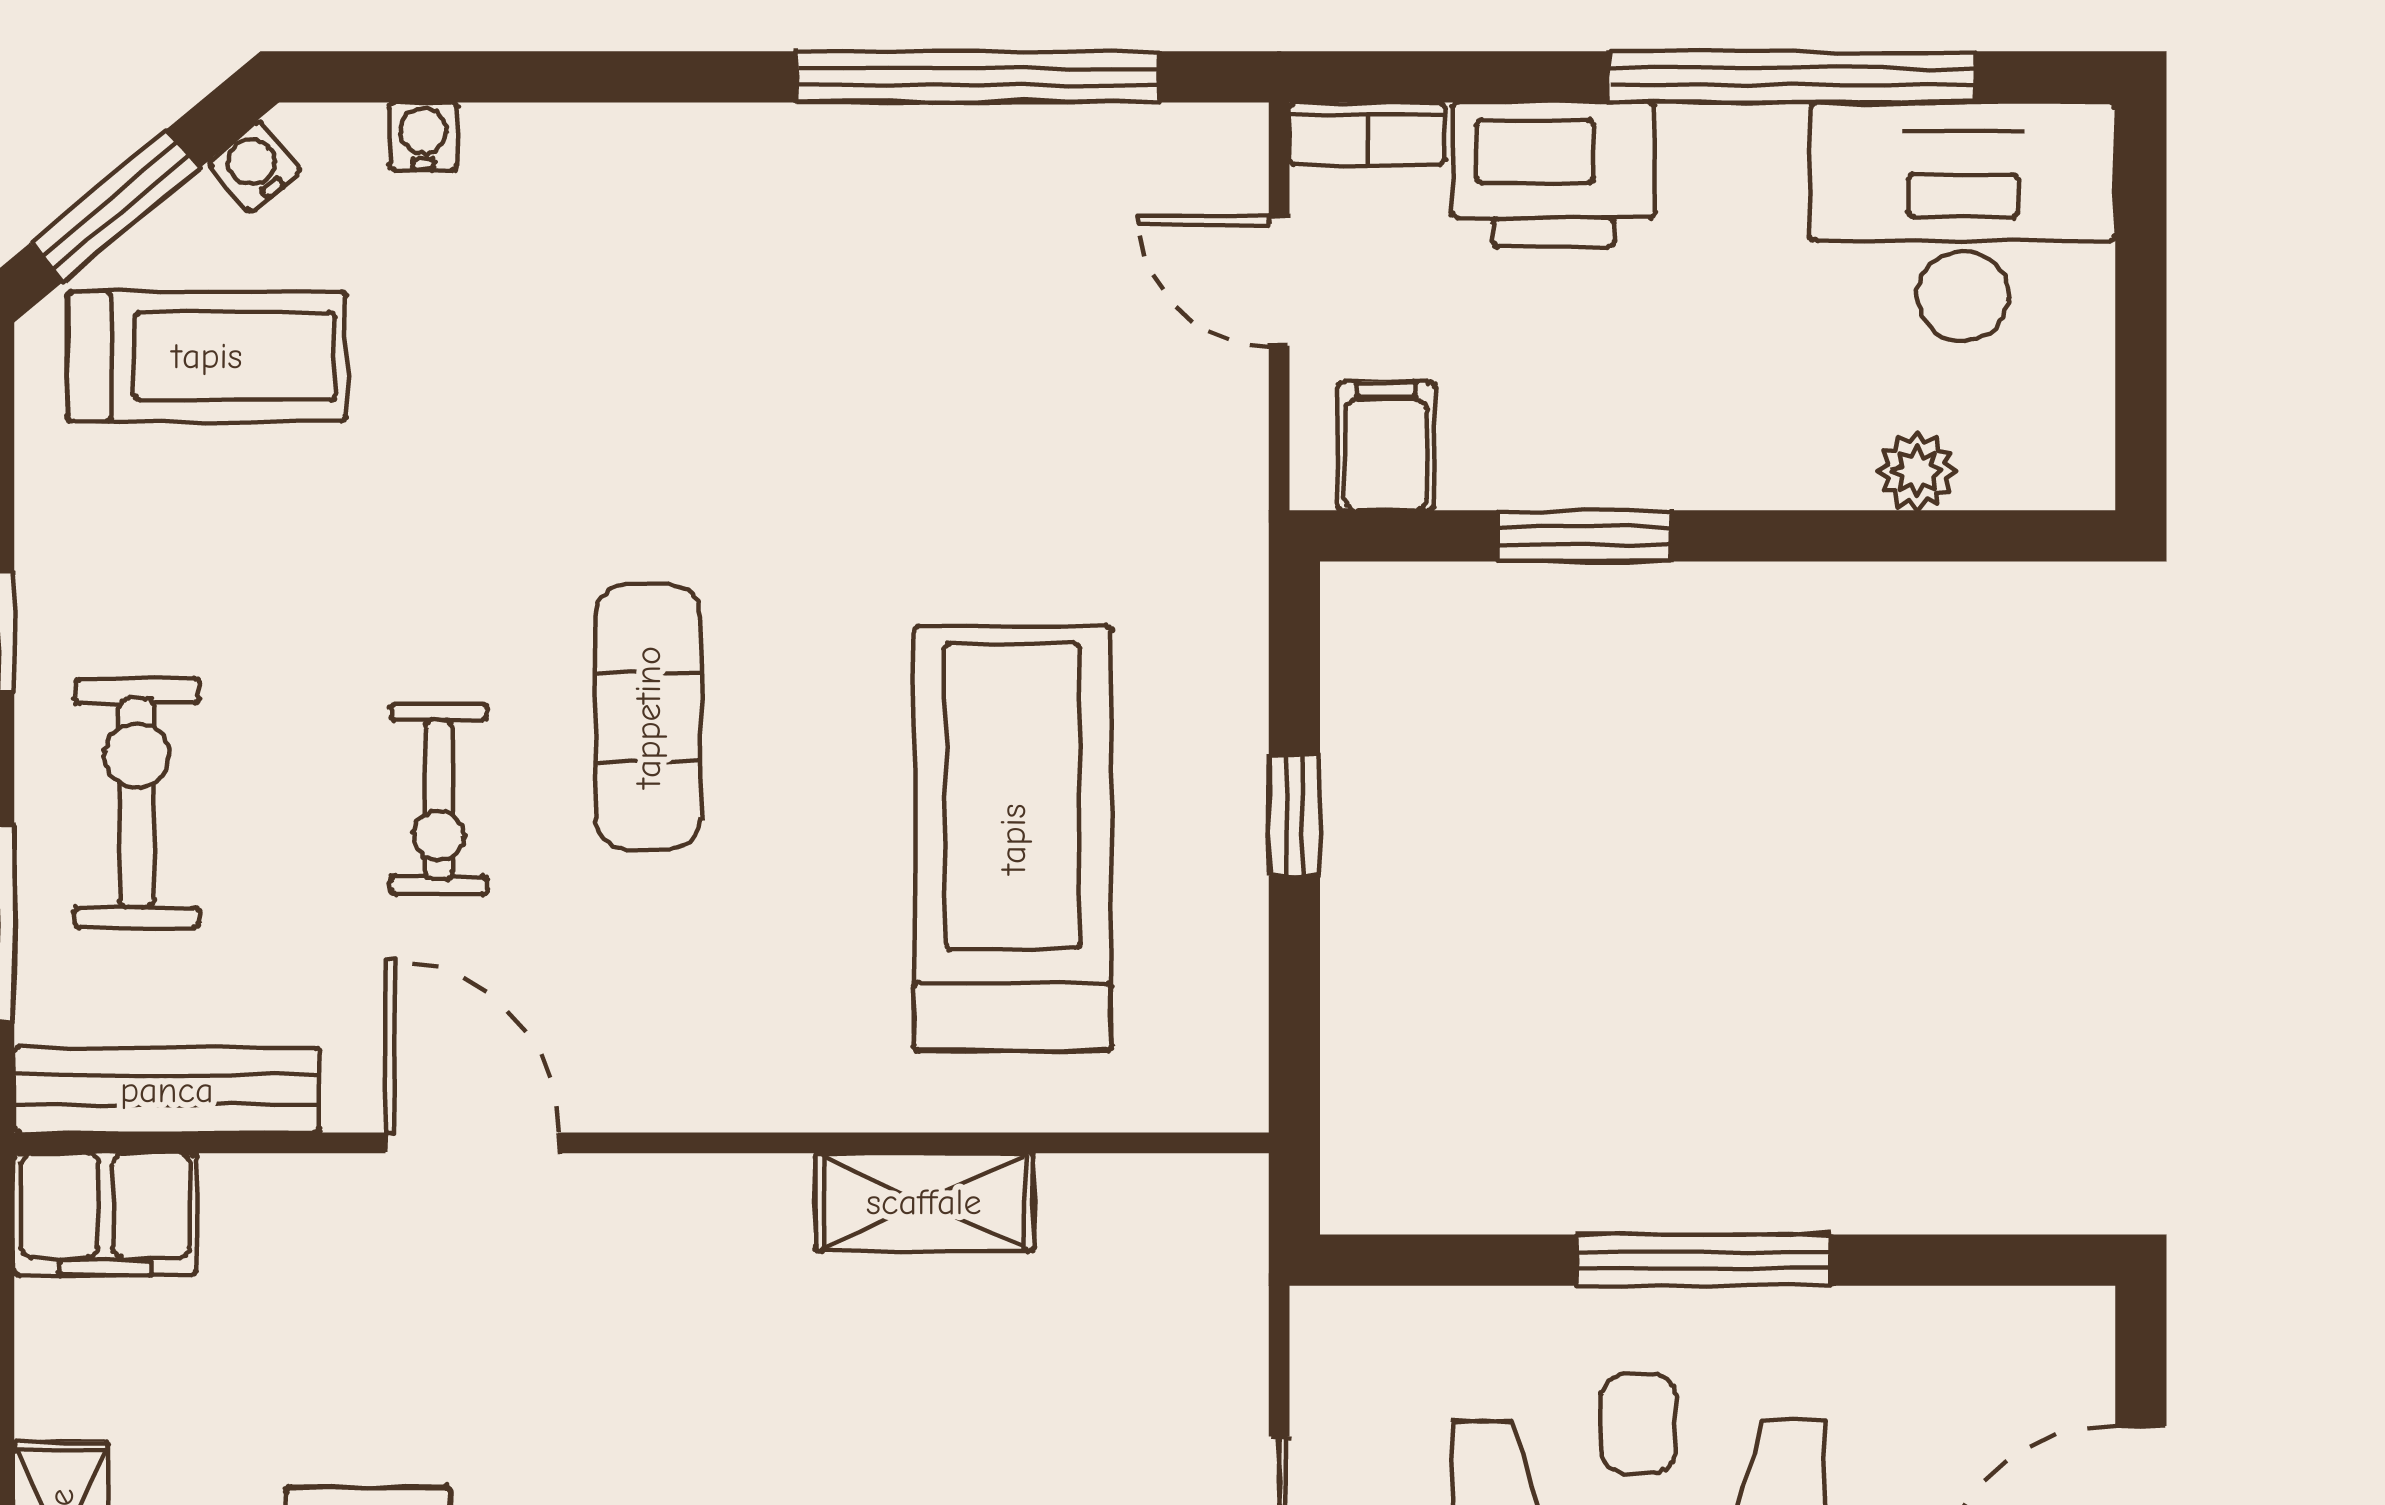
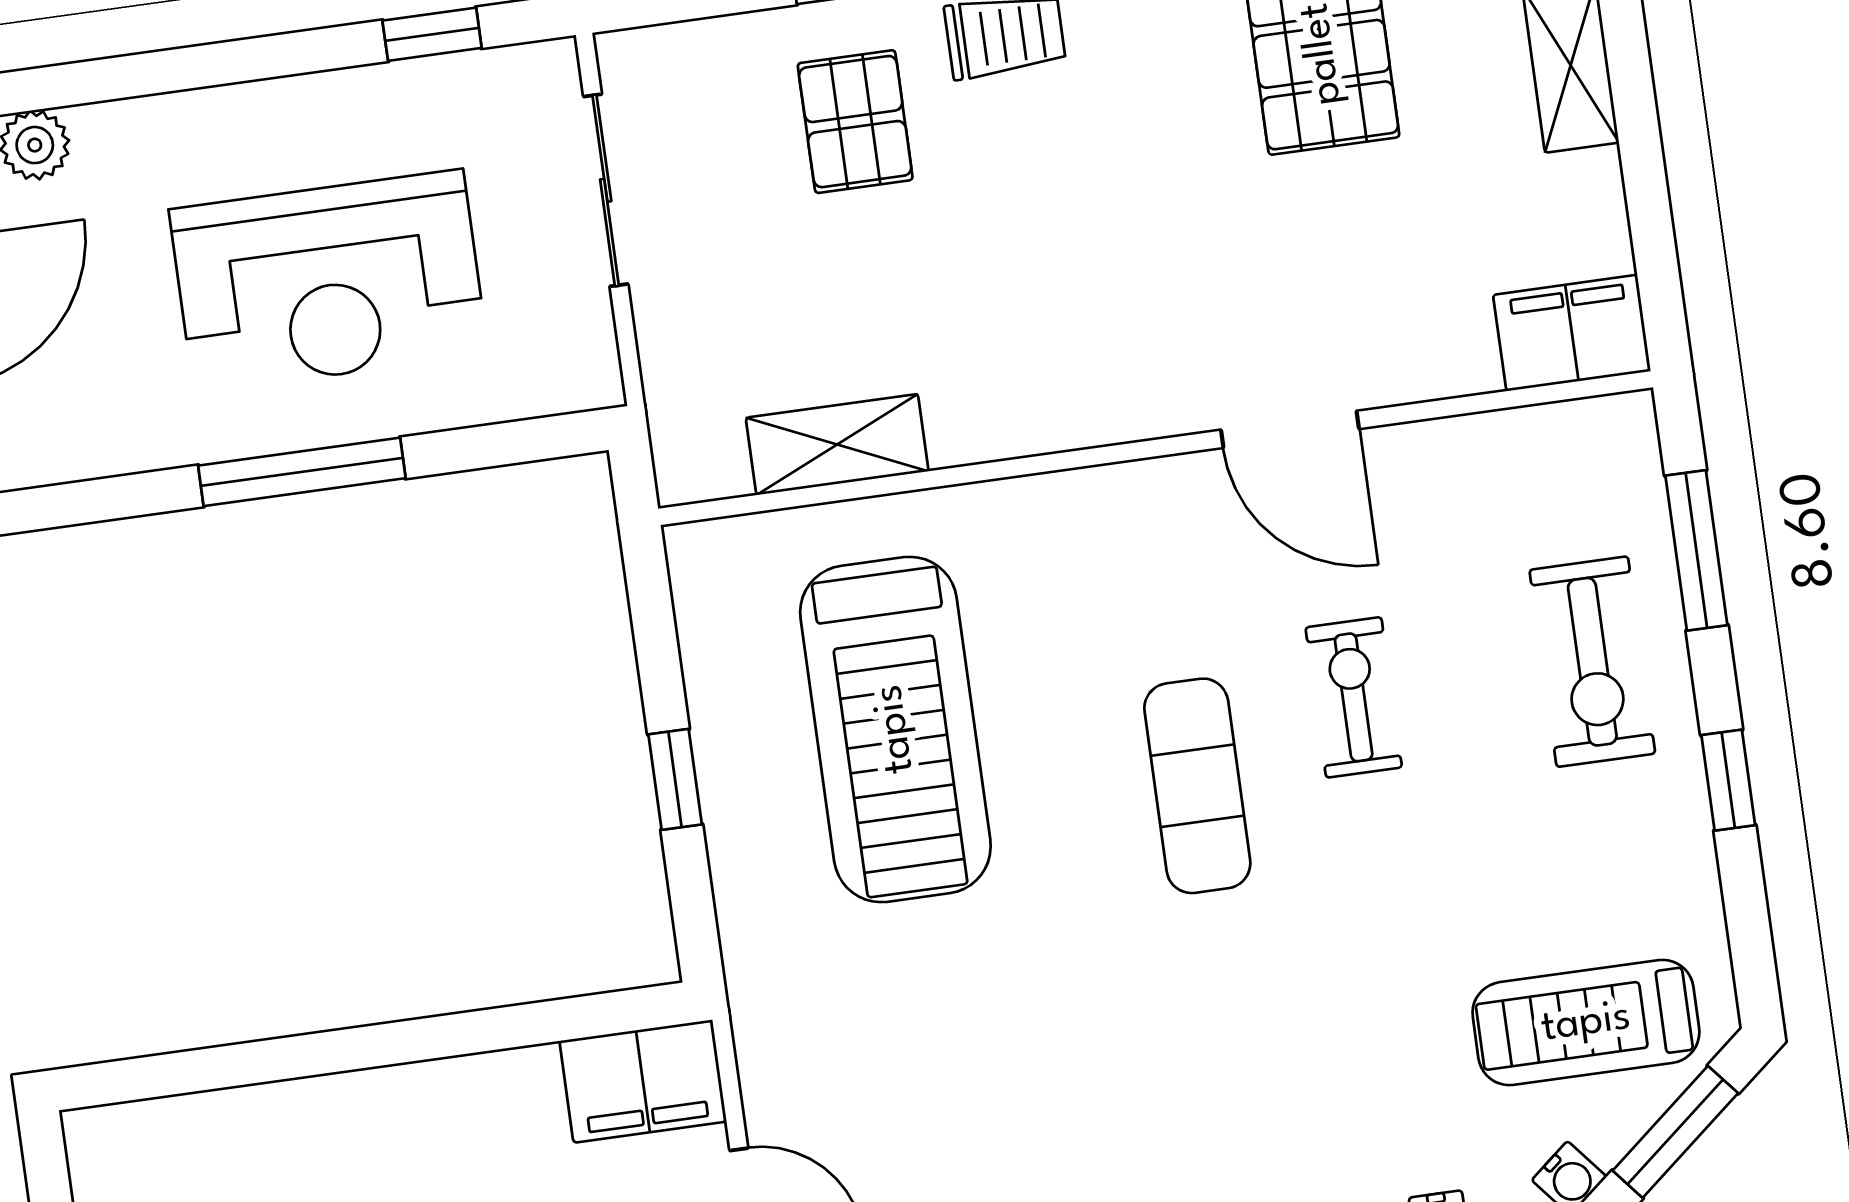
filing cabinet: (1386, 446) -> (643, 1081), width x2.00
plant: (1917, 471) -> (220, 1120), removed
window: (1585, 536) -> (476, 1032), removed
bench: (167, 1090) -> (1537, 438), removed
shelving: (924, 1202) -> (837, 445), moved

